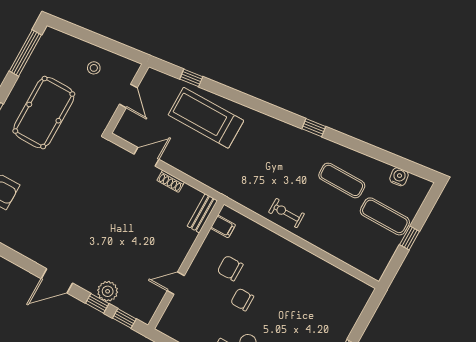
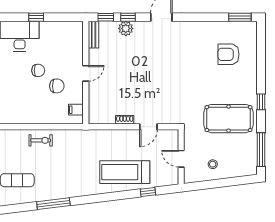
pool table: (44, 113) -> (229, 119), turned 90
treadmill: (206, 118) -> (125, 172), turned 180
window: (314, 128) -> (53, 204), width x2.17
bench: (202, 213) -> (94, 35), moved
door: (176, 283) -> (86, 73), moved

